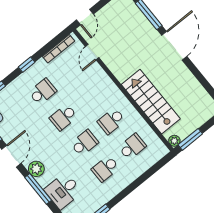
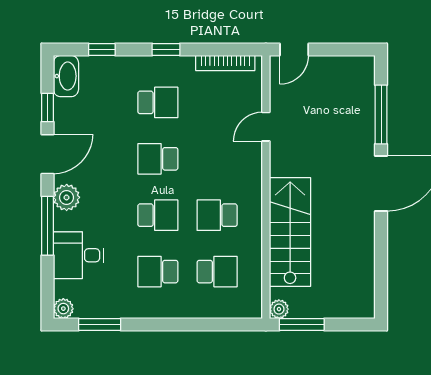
door: (92, 52) -> (266, 127), moved

